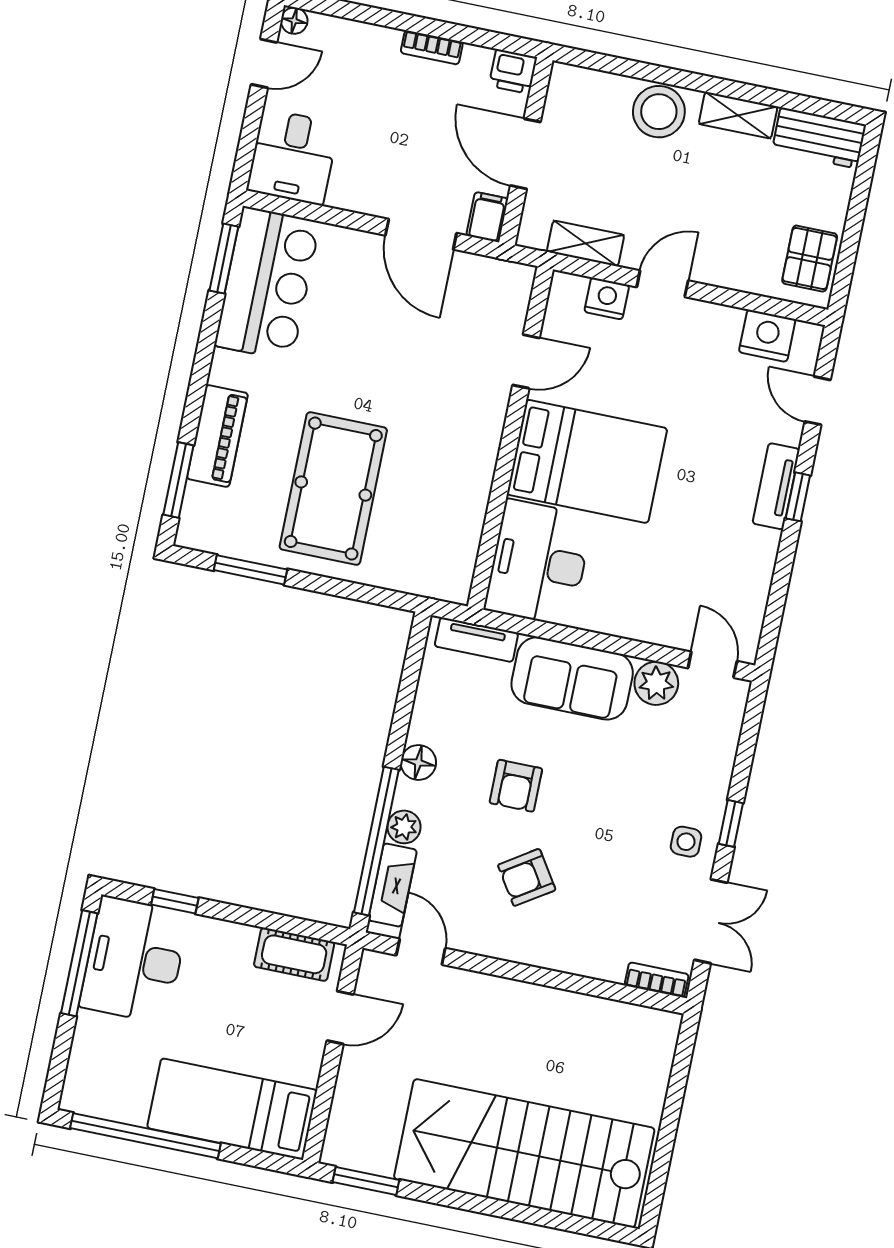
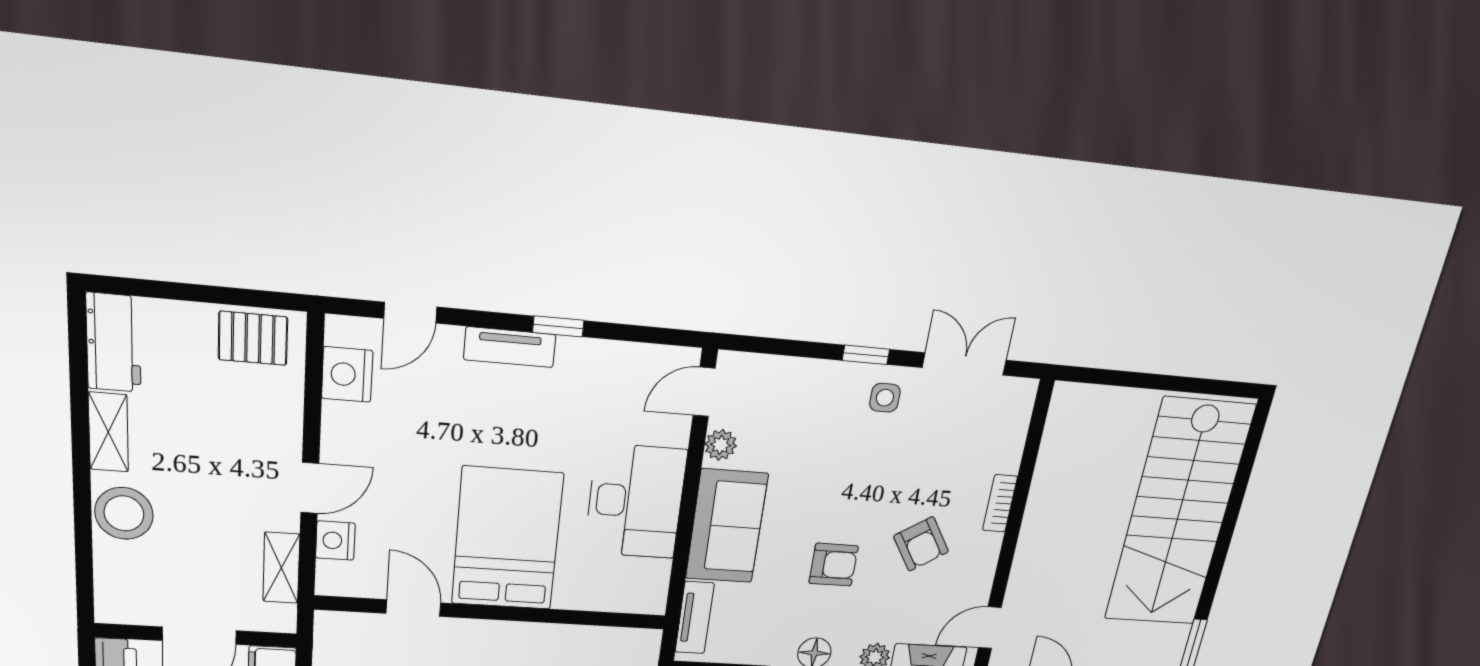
door: (662, 284) -> (310, 488), swing flipped
window: (798, 497) -> (558, 326), moved
desk: (539, 563) -> (635, 501), moved, turned -90
plant: (656, 683) -> (721, 445), width x0.73, depth x0.73
bookcase: (657, 980) -> (1000, 503), moved

